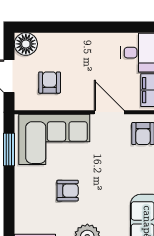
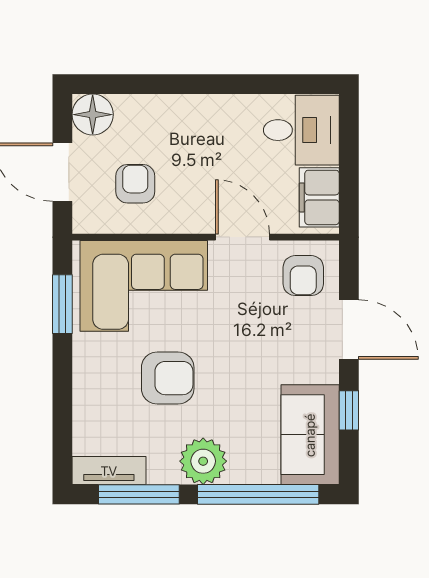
armchair: (68, 191) -> (168, 378), width x1.38, depth x1.38

